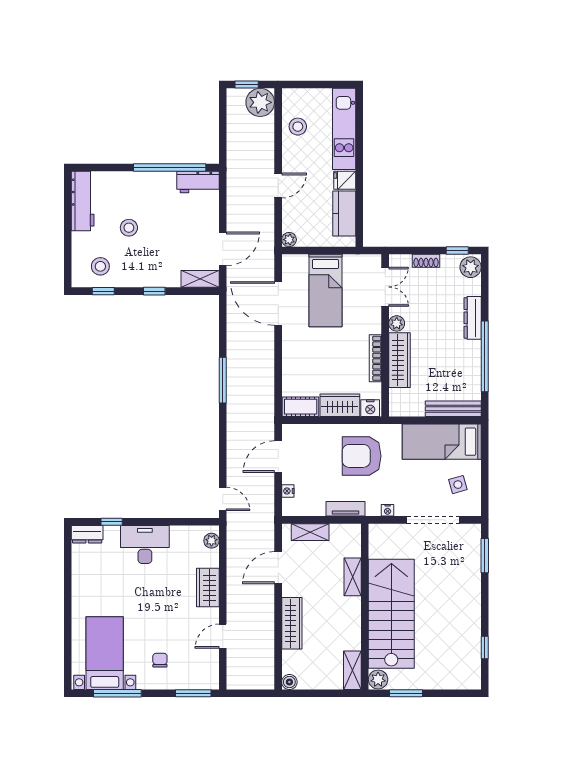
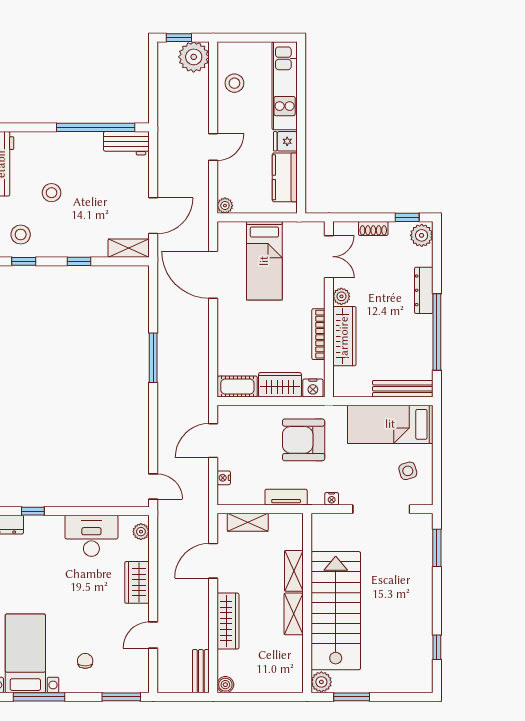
desk: (145, 545) -> (91, 536), moved
bench: (267, 670) -> (201, 671), added
shelving: (352, 670) -> (294, 614), moved

